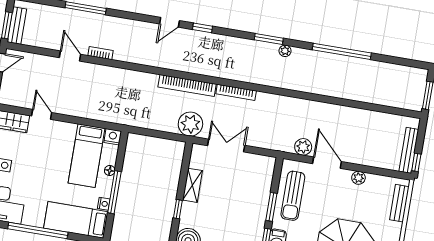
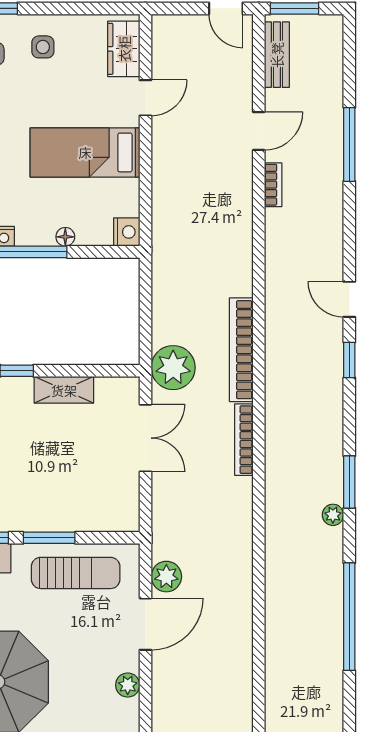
bench: (17, 26) -> (277, 55), moved, turned 90
bed: (87, 156) -> (85, 152), moved
sun lounger: (293, 196) -> (76, 573), turned 180

